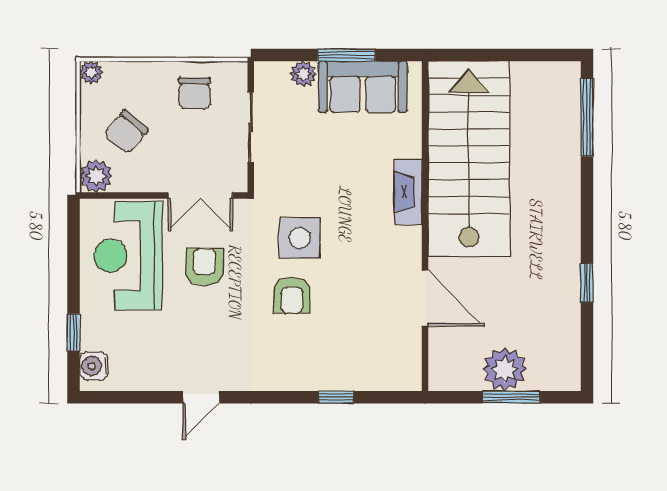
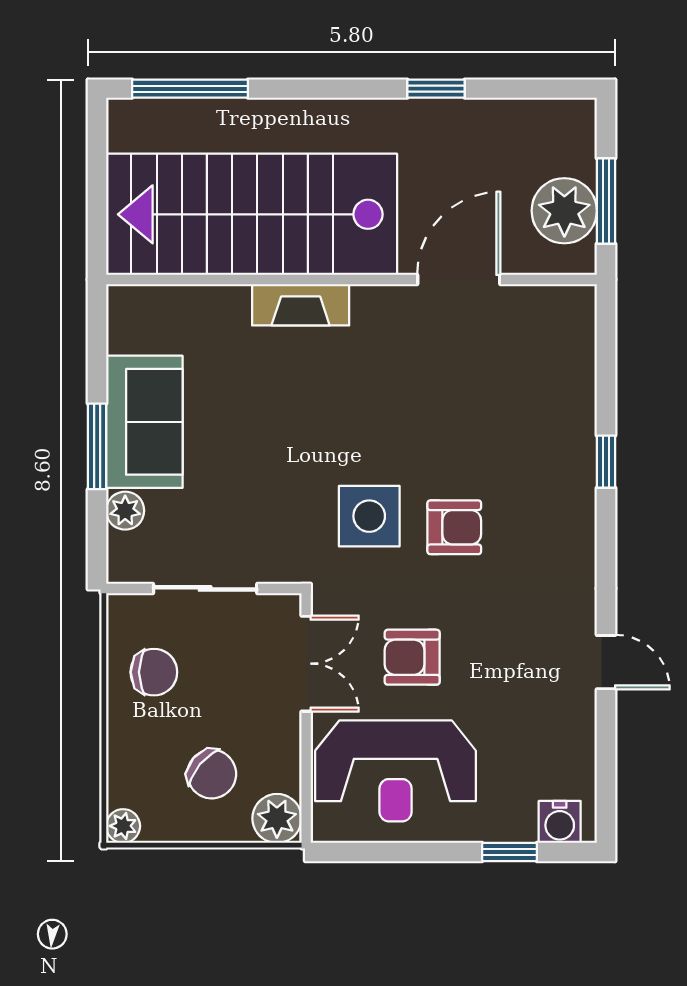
stairs: (469, 159) -> (252, 214), moved
fireplace: (408, 192) -> (301, 305), moved
wall: (425, 226) -> (352, 279), moved
door: (425, 298) -> (459, 279), moved

